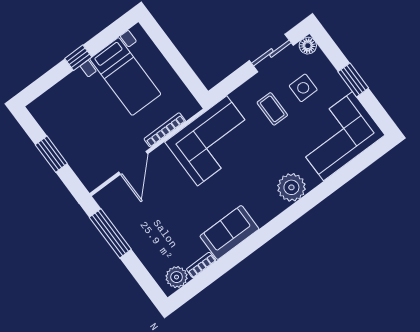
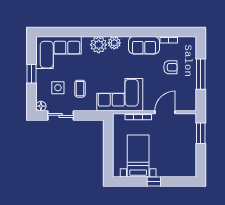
window: (51, 154) -> (201, 133), moved
armchair: (171, 229) -> (170, 67), added
window: (110, 233) -> (201, 74), moved
plant: (177, 277) -> (114, 43), moved

